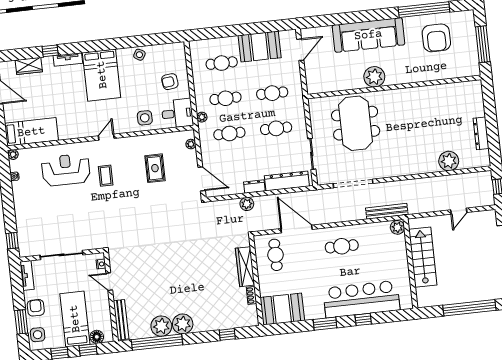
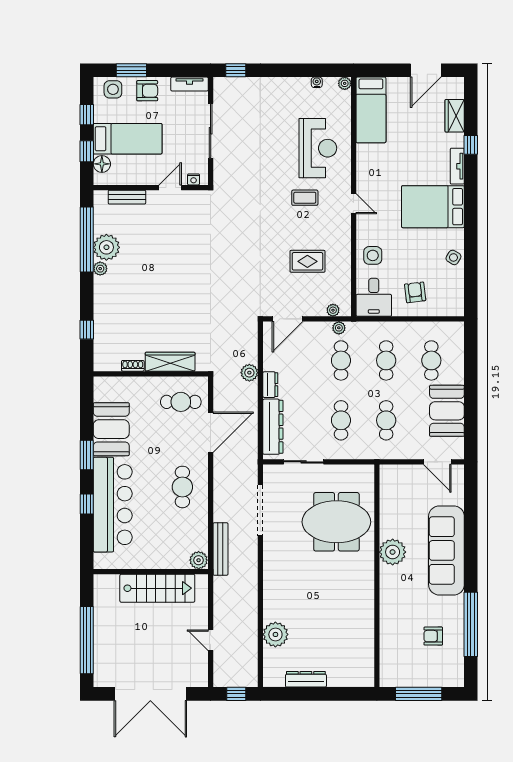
armchair: (436, 38) -> (433, 636), width x0.53, depth x0.53
plant: (202, 117) -> (339, 328), moved
booth: (282, 309) -> (111, 429), moved
bench: (121, 320) -> (127, 197), width x0.73
plant: (183, 324) -> (100, 269), width x0.53, depth x0.53

